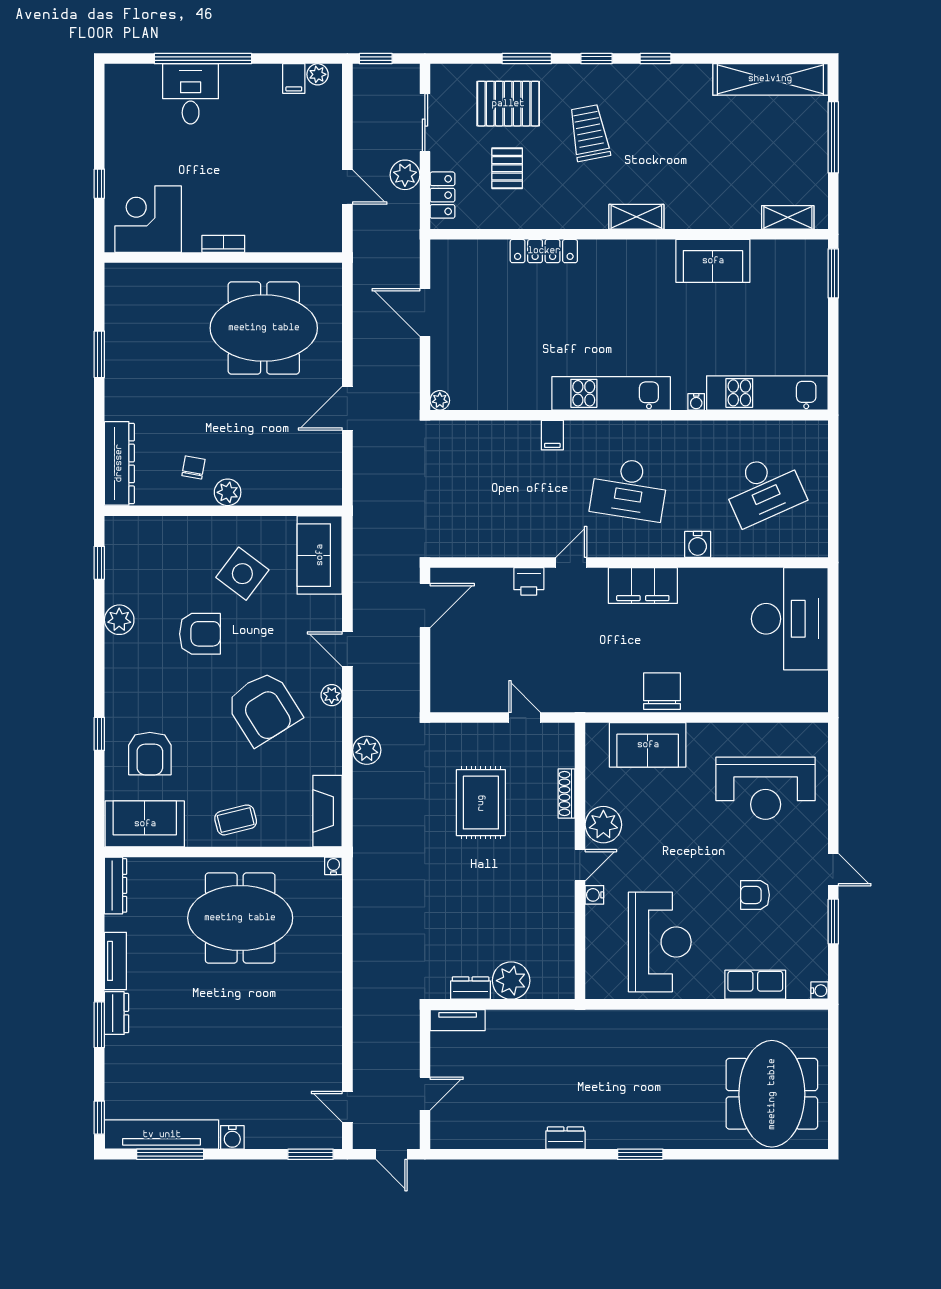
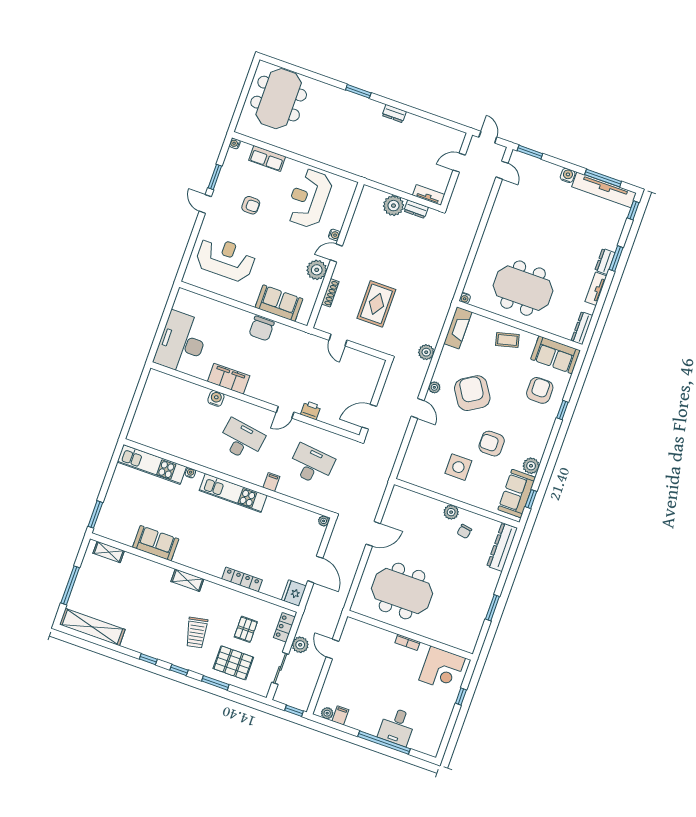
fridge: (447, 259) -> (294, 593), added
desk: (764, 489) -> (311, 465), moved, turned 30
sofa: (320, 555) -> (517, 493), moved, turned 180
side table: (242, 574) -> (458, 467), turned -37
filing cabinet: (643, 586) -> (229, 379), moved

